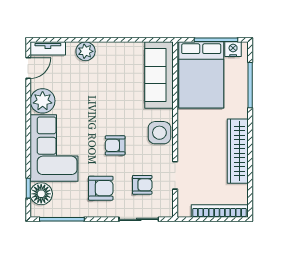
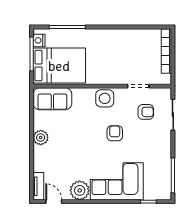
plant: (86, 51) -> (41, 138), moved
sofa: (159, 75) -> (52, 99), width x0.73
armchair: (115, 145) -> (115, 133), turned 180
wardrobe: (238, 151) -> (119, 37), removed
armchair: (142, 185) -> (146, 112), turned 90
armchair: (101, 188) -> (148, 145), removed
floor lamp: (41, 194) -> (153, 191), removed

